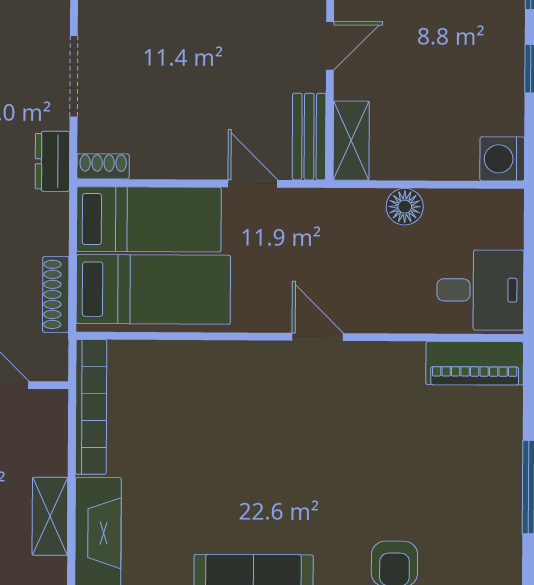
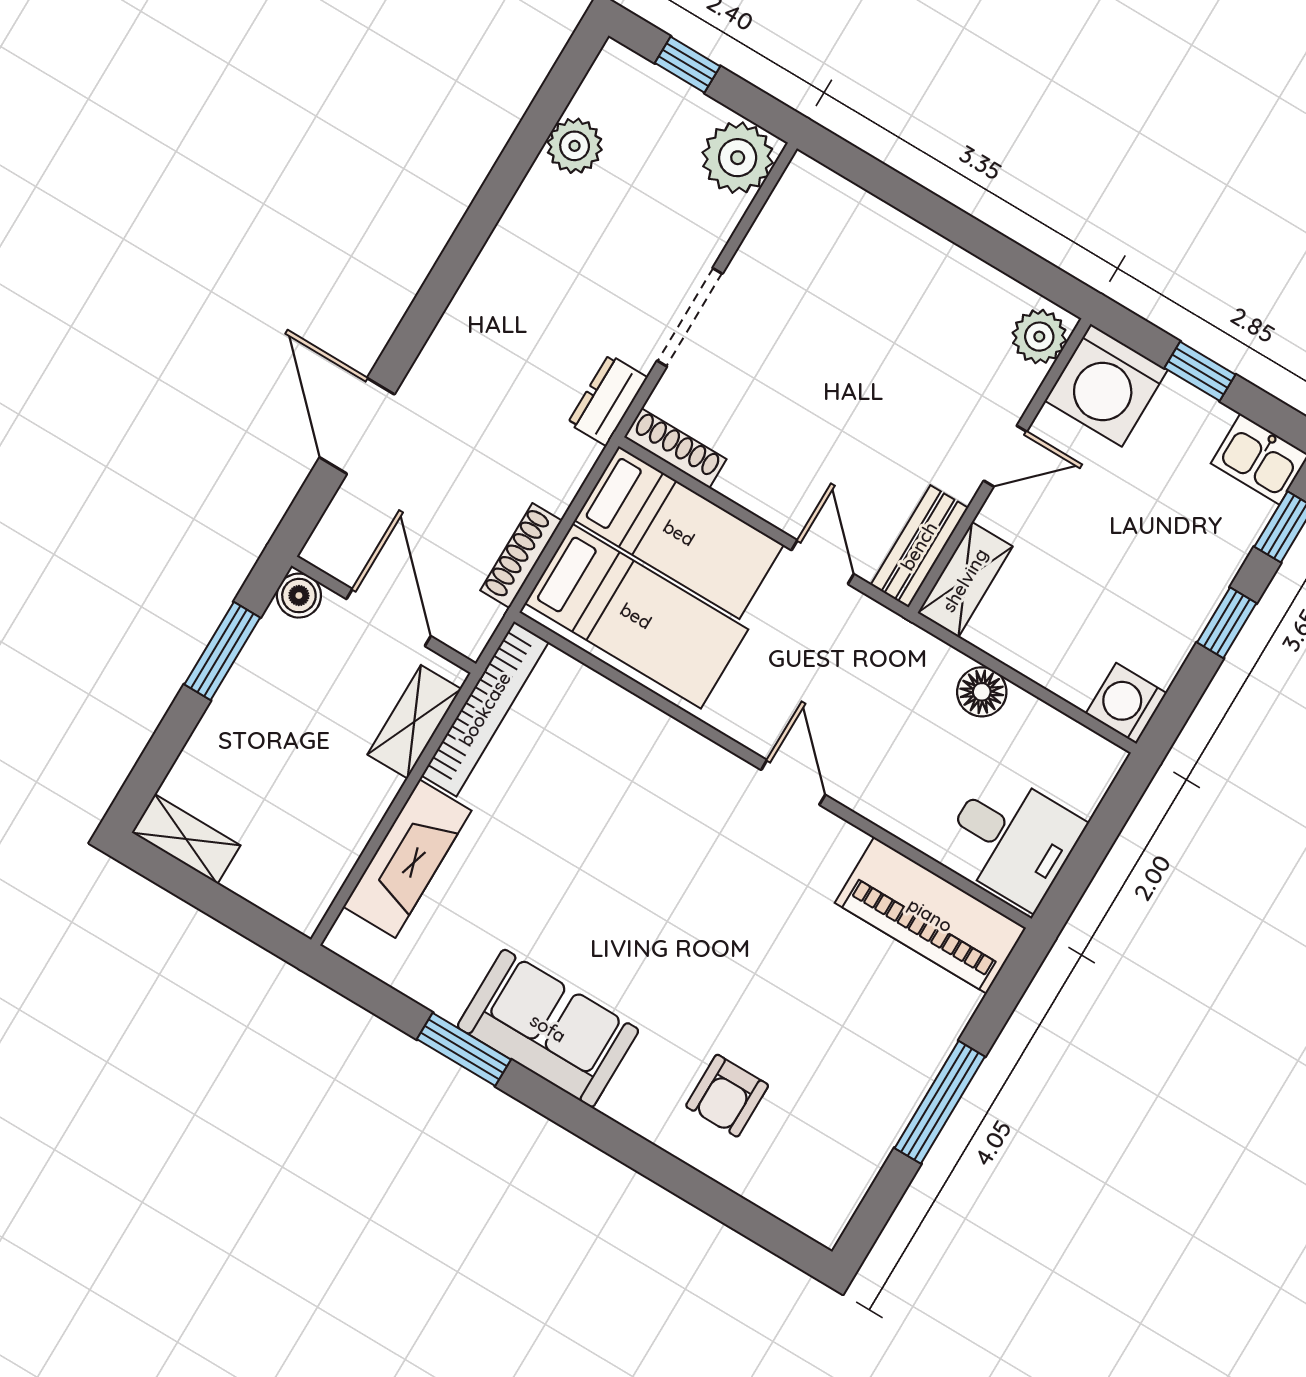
shoe rack: (103, 166) -> (675, 448), width x1.43
piano: (475, 363) -> (930, 915), width x1.37, depth x1.33
shelving: (50, 516) -> (414, 722), moved

